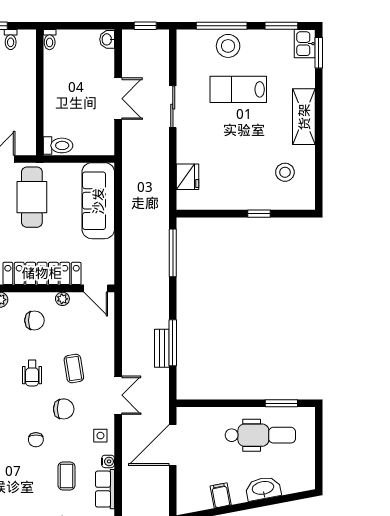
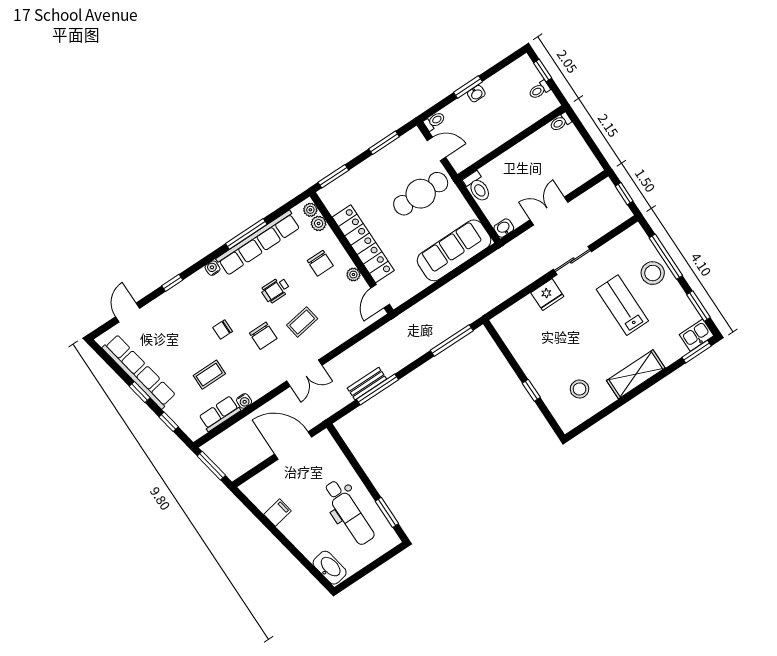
washbasin: (107, 39) -> (504, 228), moved
double door: (118, 99) -> (549, 211), swing flipped
fridge: (188, 177) -> (547, 295), moved
side table: (100, 436) -> (261, 381), removed
washbasin: (263, 489) -> (330, 568), moved

